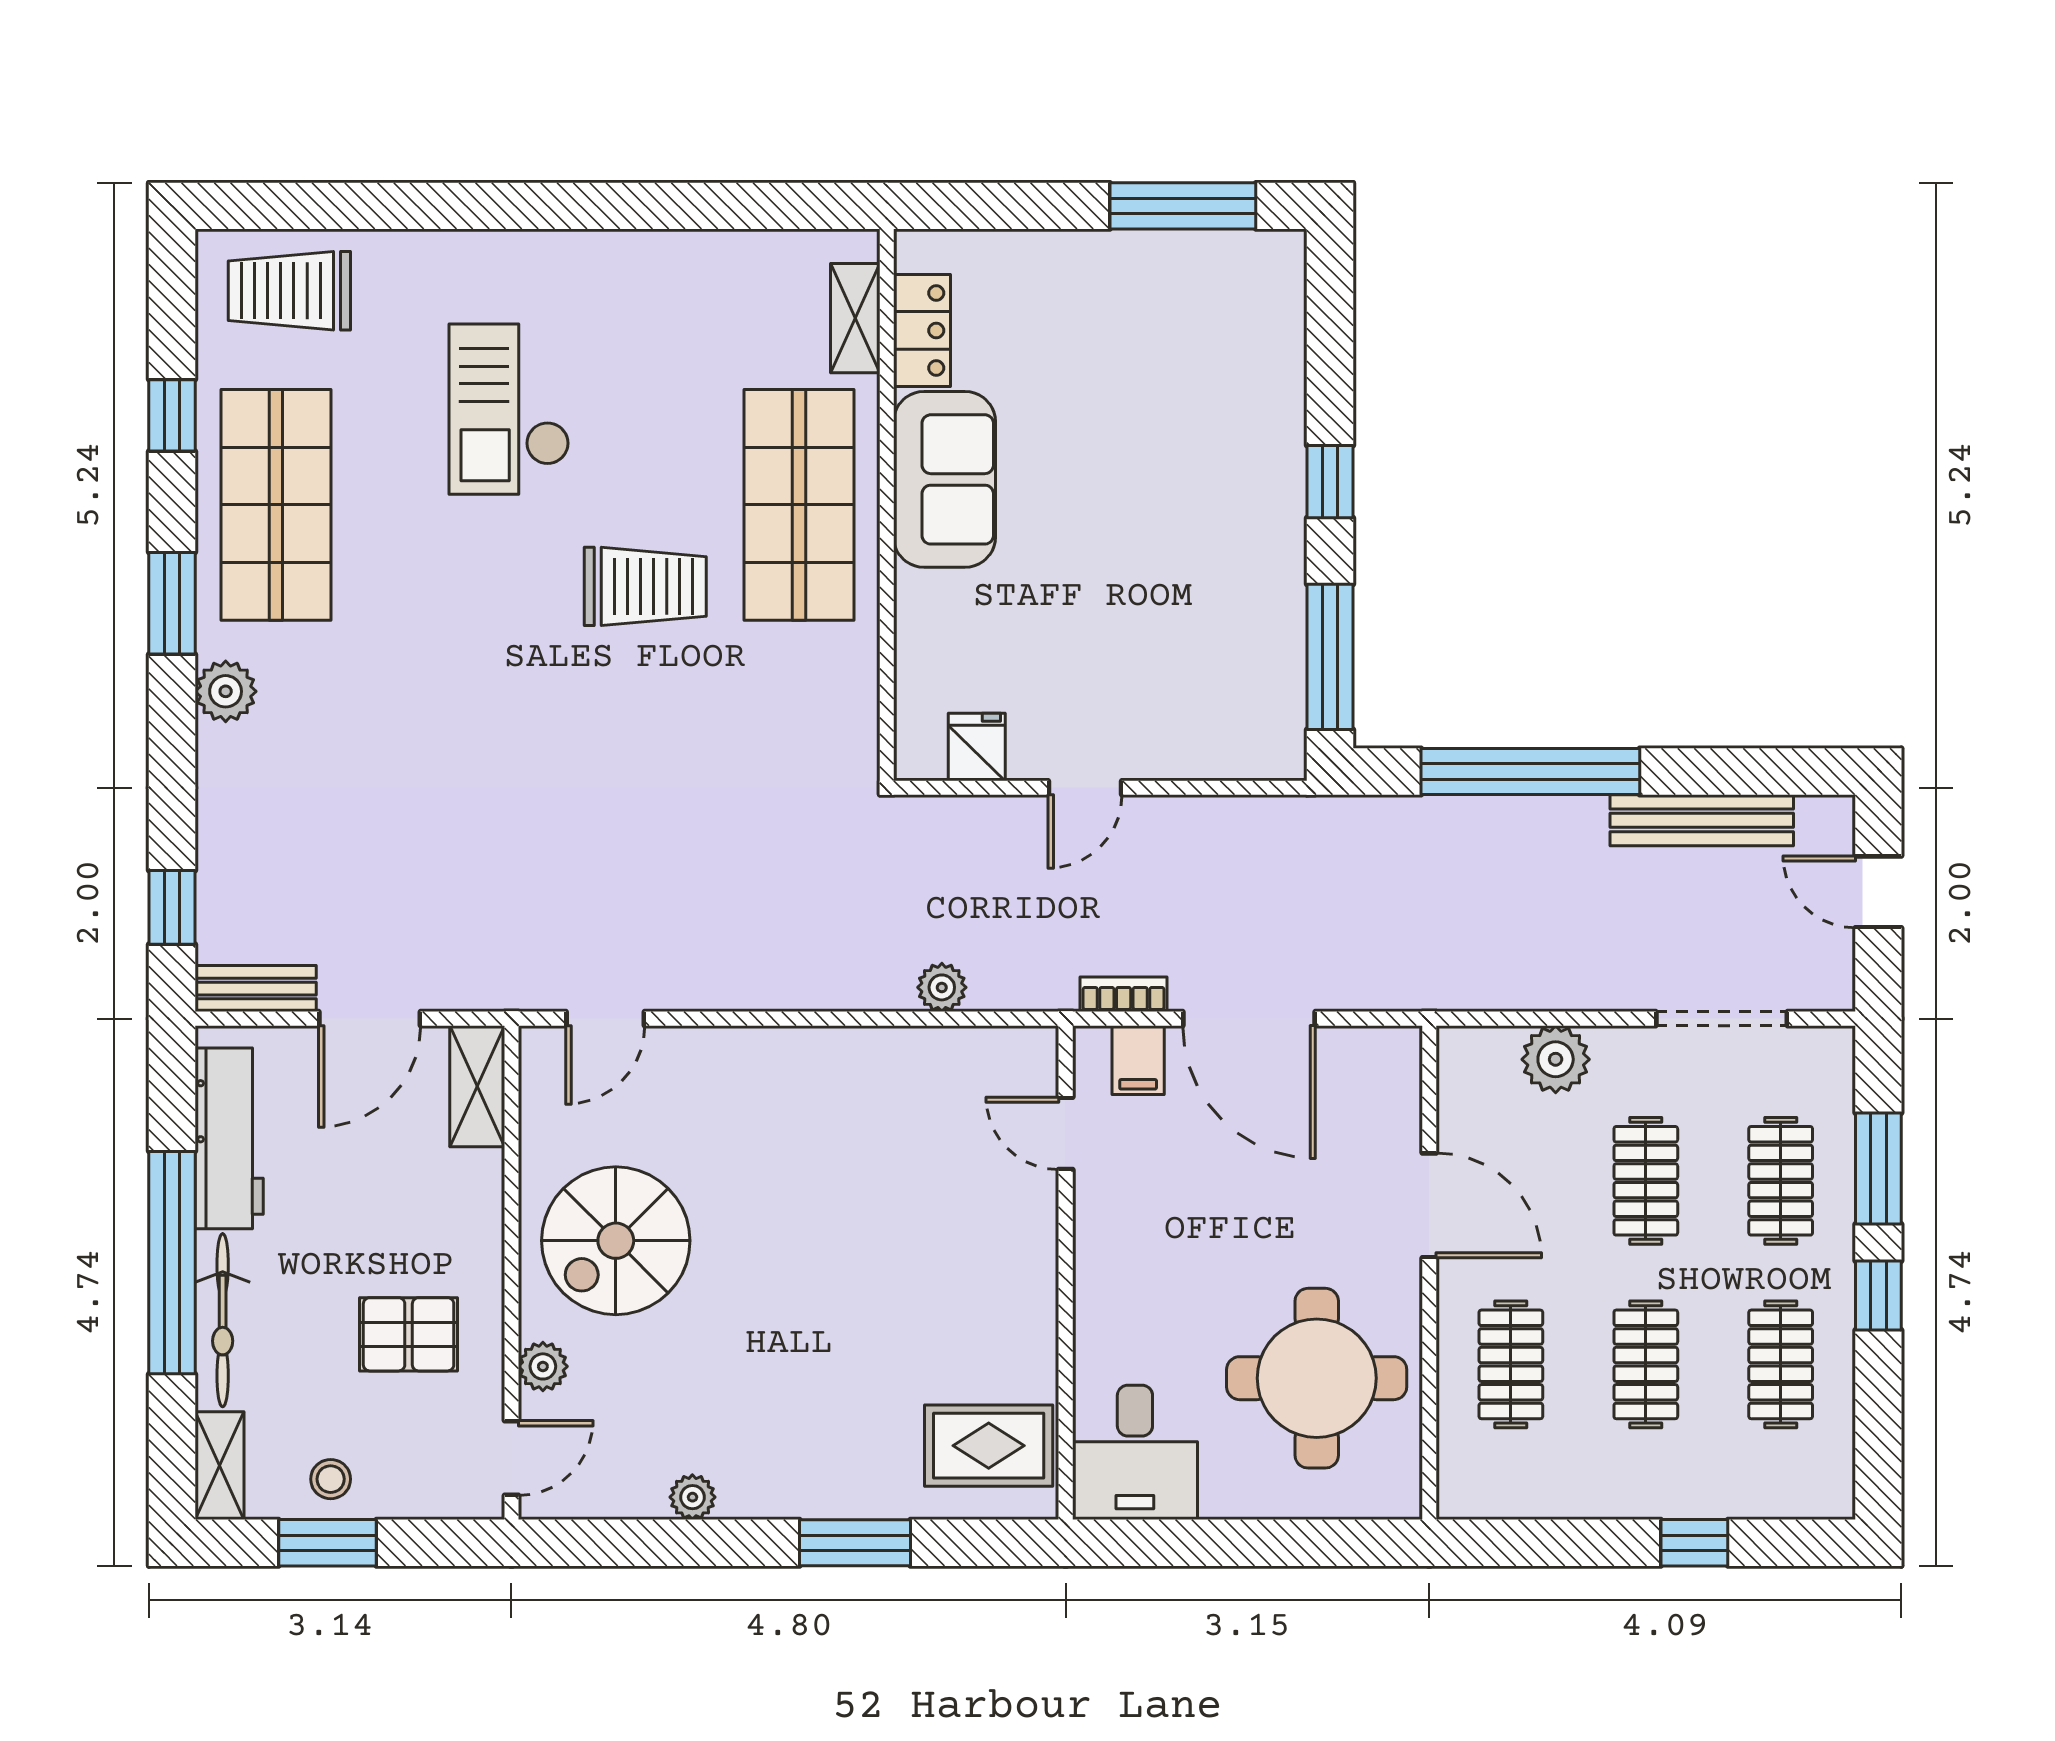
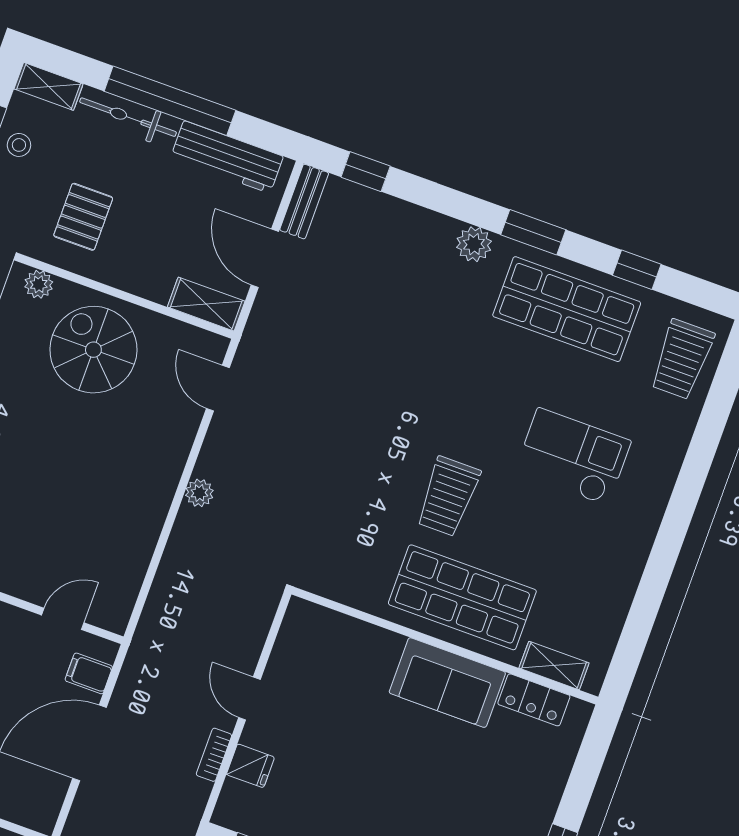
trolley: (289, 291) -> (682, 359), turned 180
fridge: (977, 747) -> (250, 766), moved
plant: (942, 987) -> (199, 493), moved
bookcase: (1124, 994) -> (214, 755), moved, turned 180

